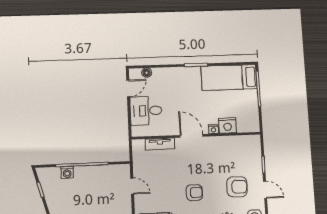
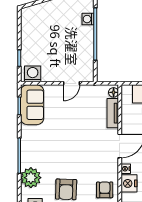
floor lamp: (139, 144) -> (114, 92), added
armchair: (194, 193) -> (105, 190), moved, turned 180

